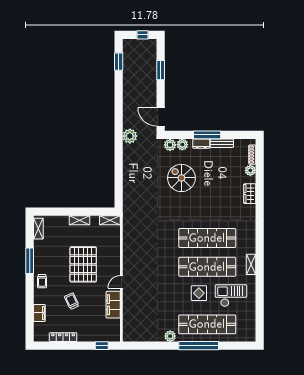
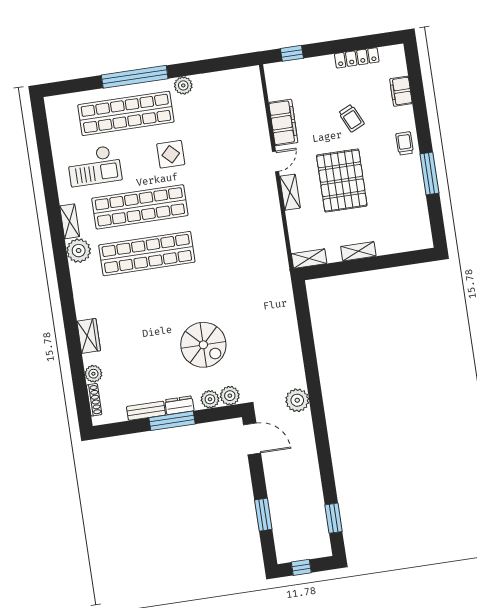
shelving: (38, 229) -> (290, 192), moved
plant: (248, 246) -> (79, 251), added
display table: (199, 293) -> (171, 154), moved

